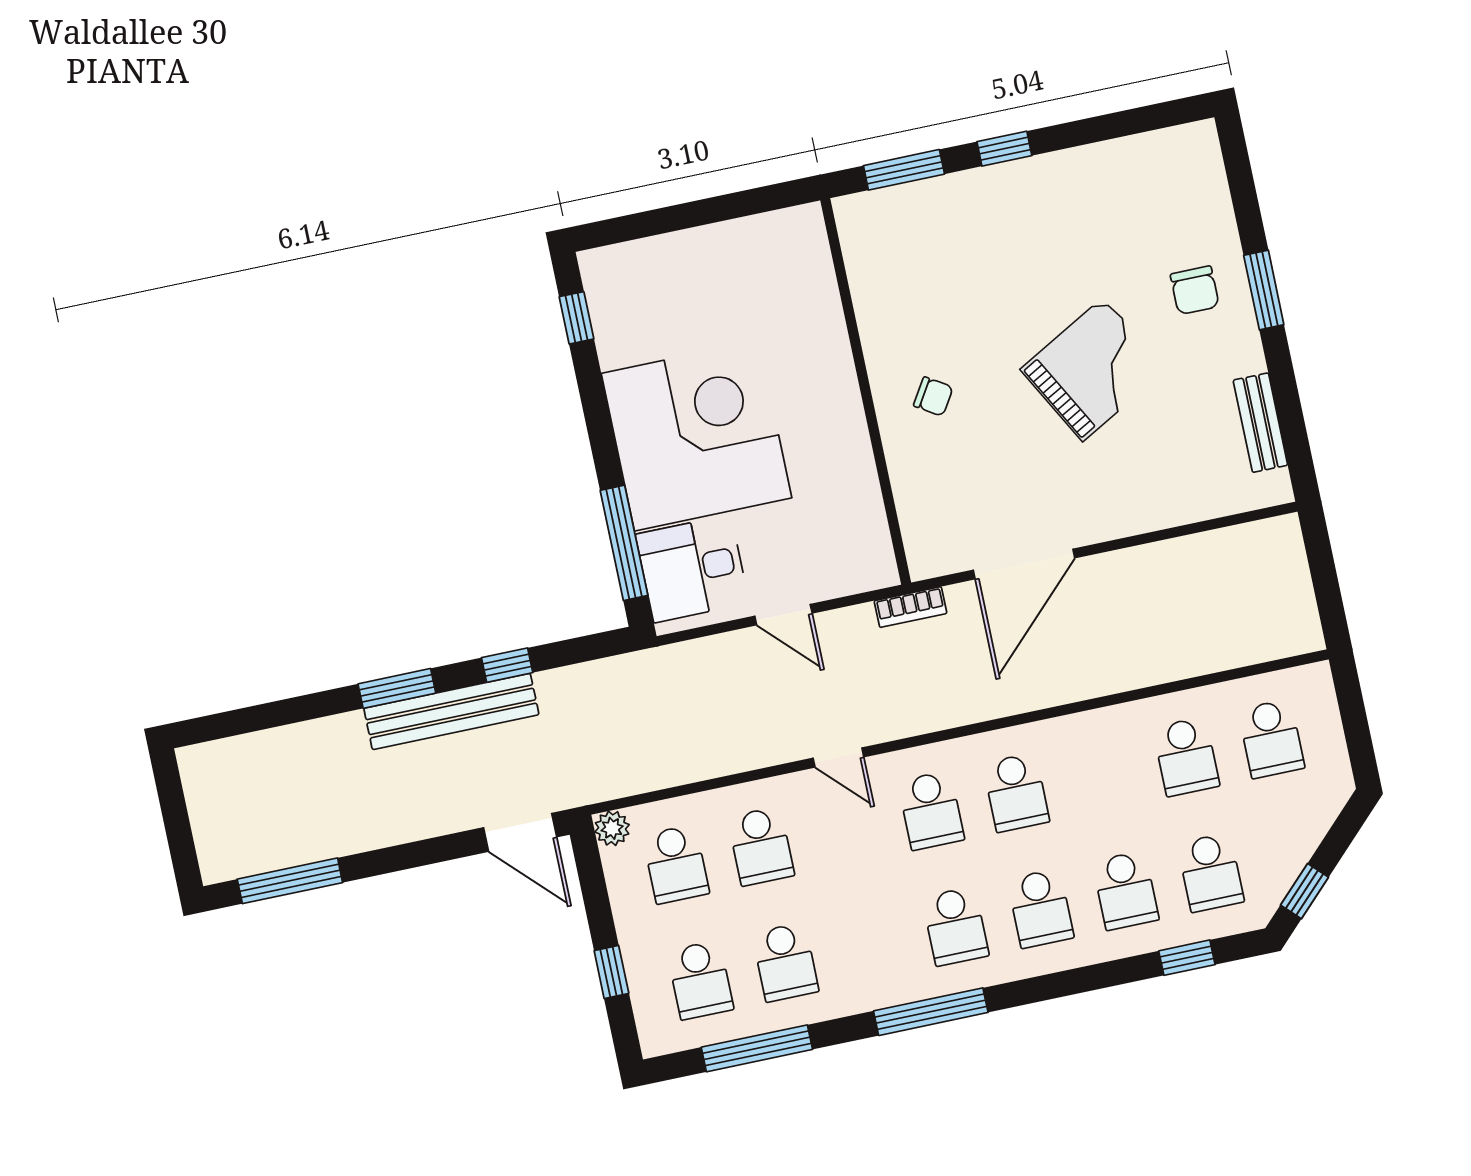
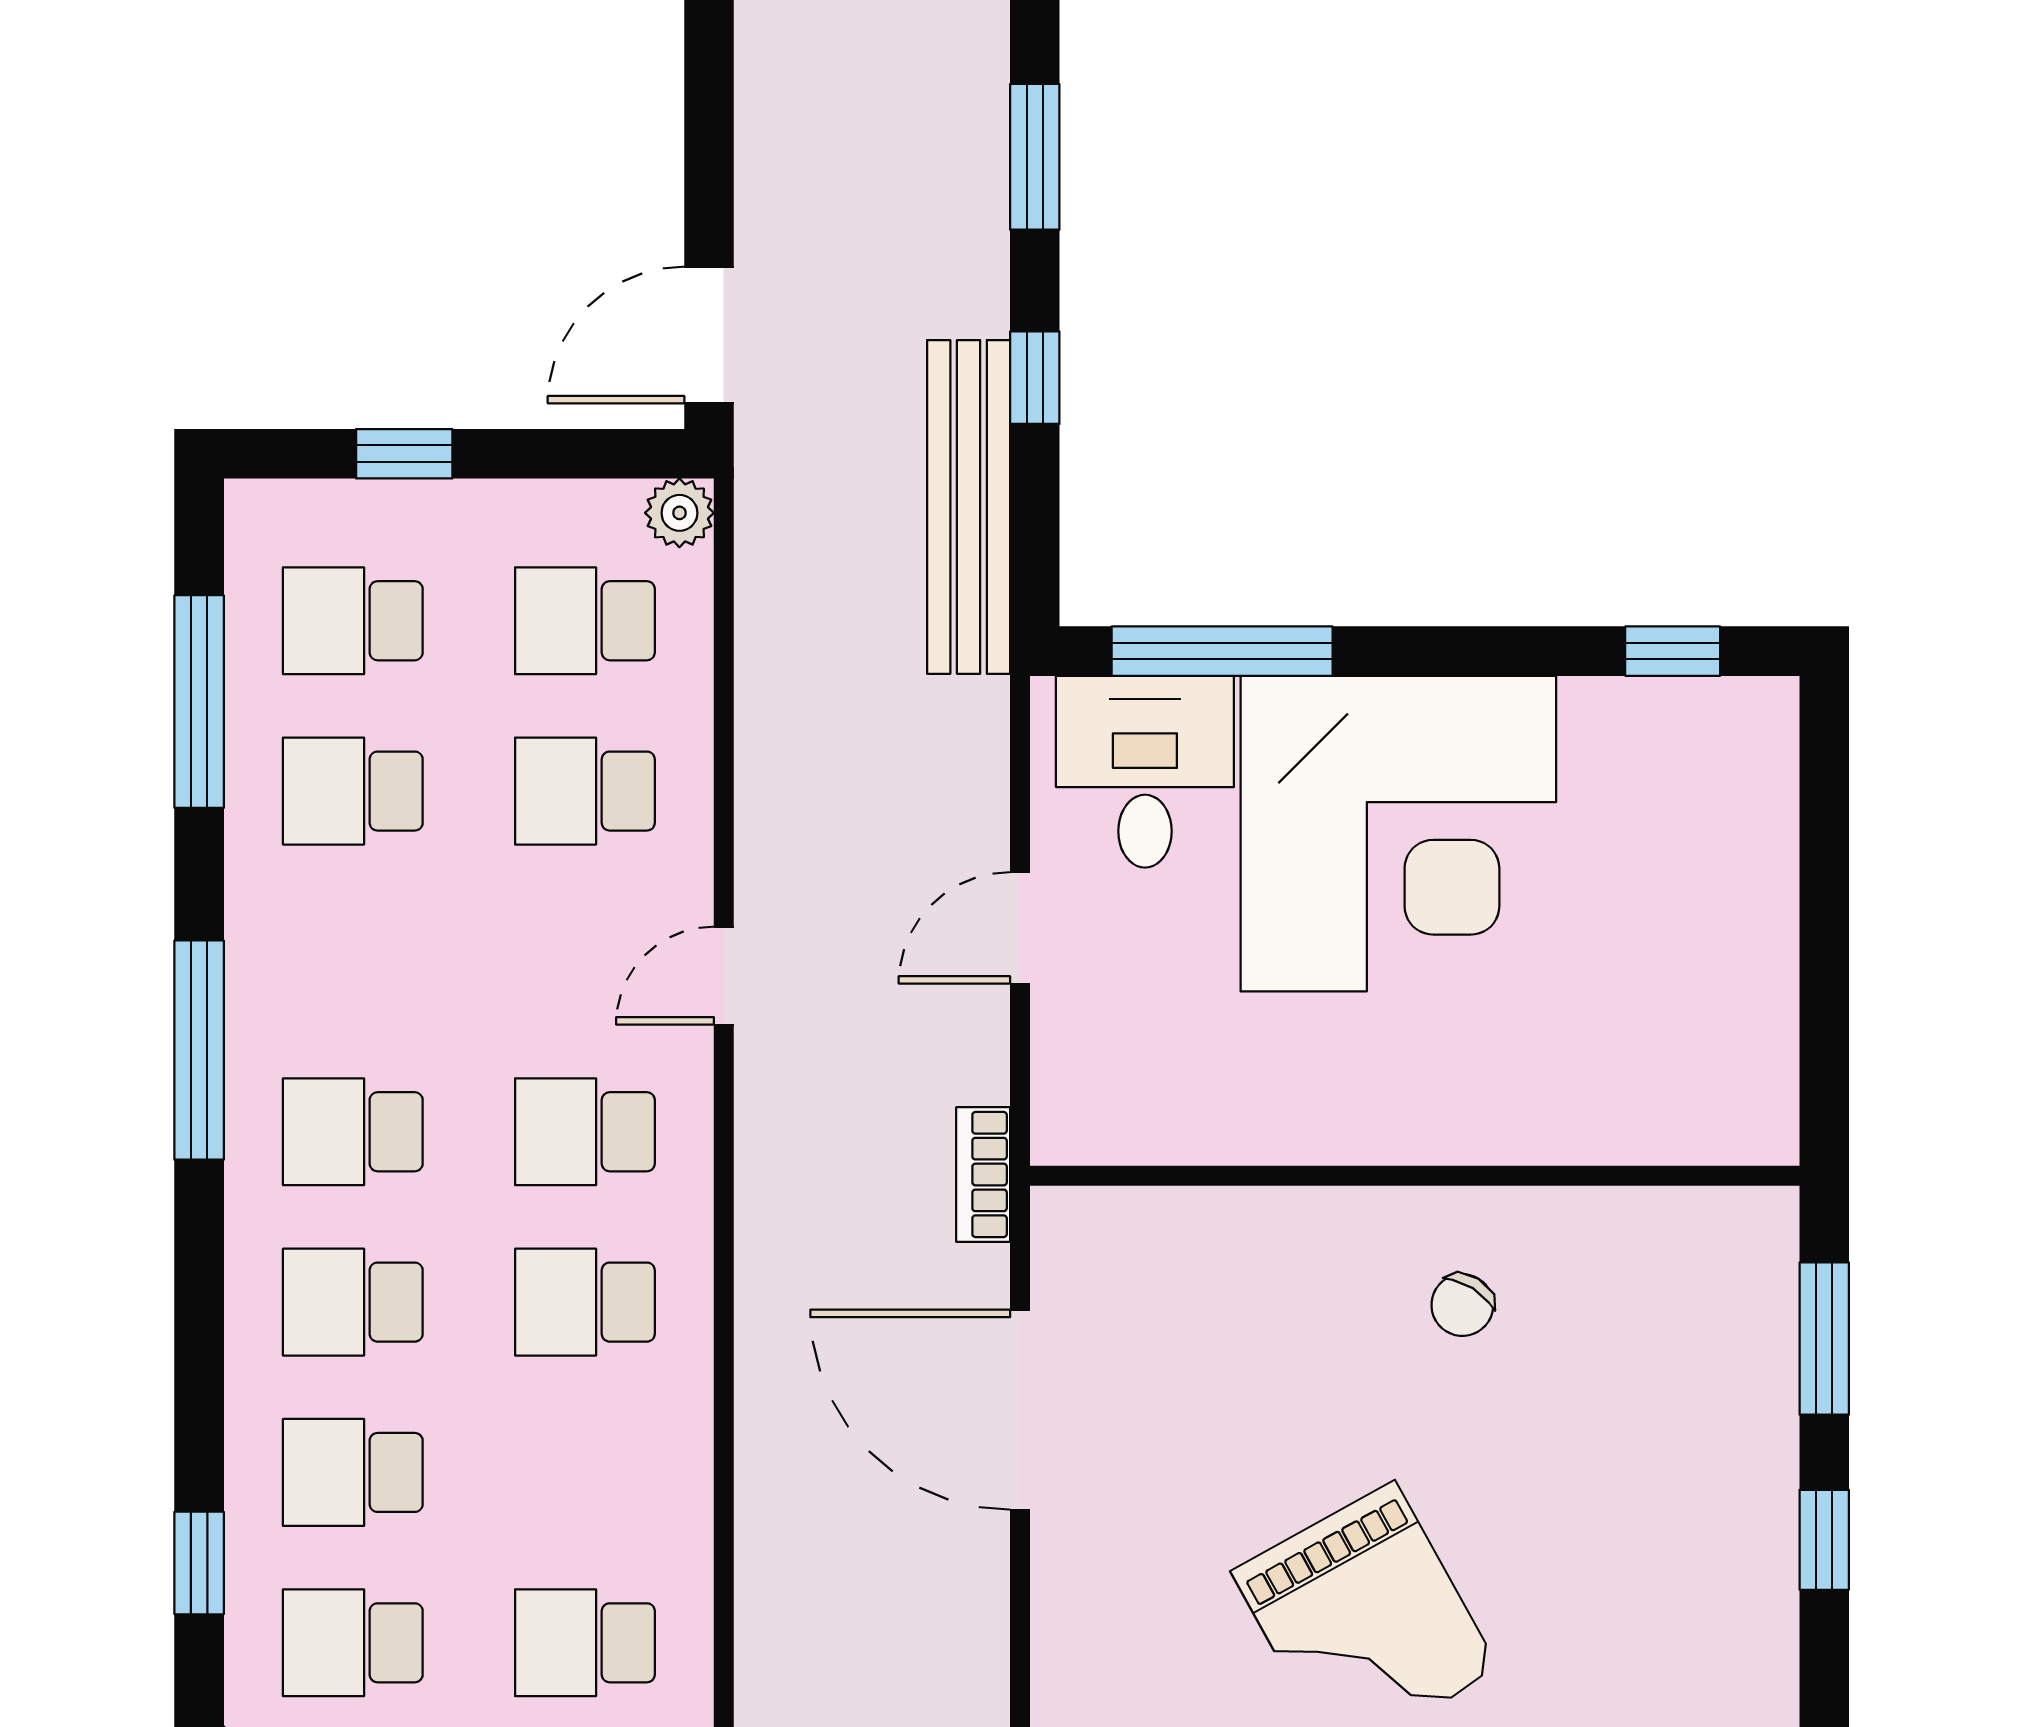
chair: (933, 396) -> (1462, 1305), moved
bench: (451, 711) -> (969, 507), moved

